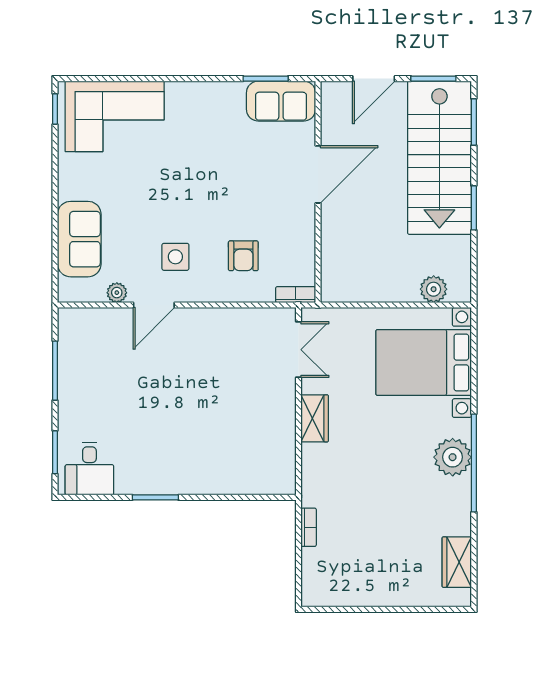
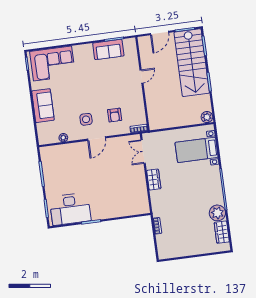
sofa: (281, 101) -> (108, 49), moved
door: (318, 174) -> (141, 76), width x0.53
sofa: (79, 239) -> (43, 106), moved
plant: (434, 289) -> (207, 117), moved
door: (154, 305) -> (96, 139), moved
double door: (299, 350) -> (143, 151), swing flipped
bed with nightstands: (424, 362) -> (197, 150), width x0.73
plant: (453, 457) -> (217, 213), moved
desk: (89, 469) -> (70, 209), width x1.87, depth x1.30

